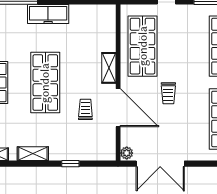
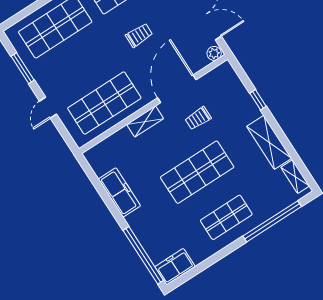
freezer: (48, 14) -> (119, 192), moved
trolley: (168, 93) -> (139, 35), moved
shelving: (33, 154) -> (269, 142), width x1.50, depth x1.33

